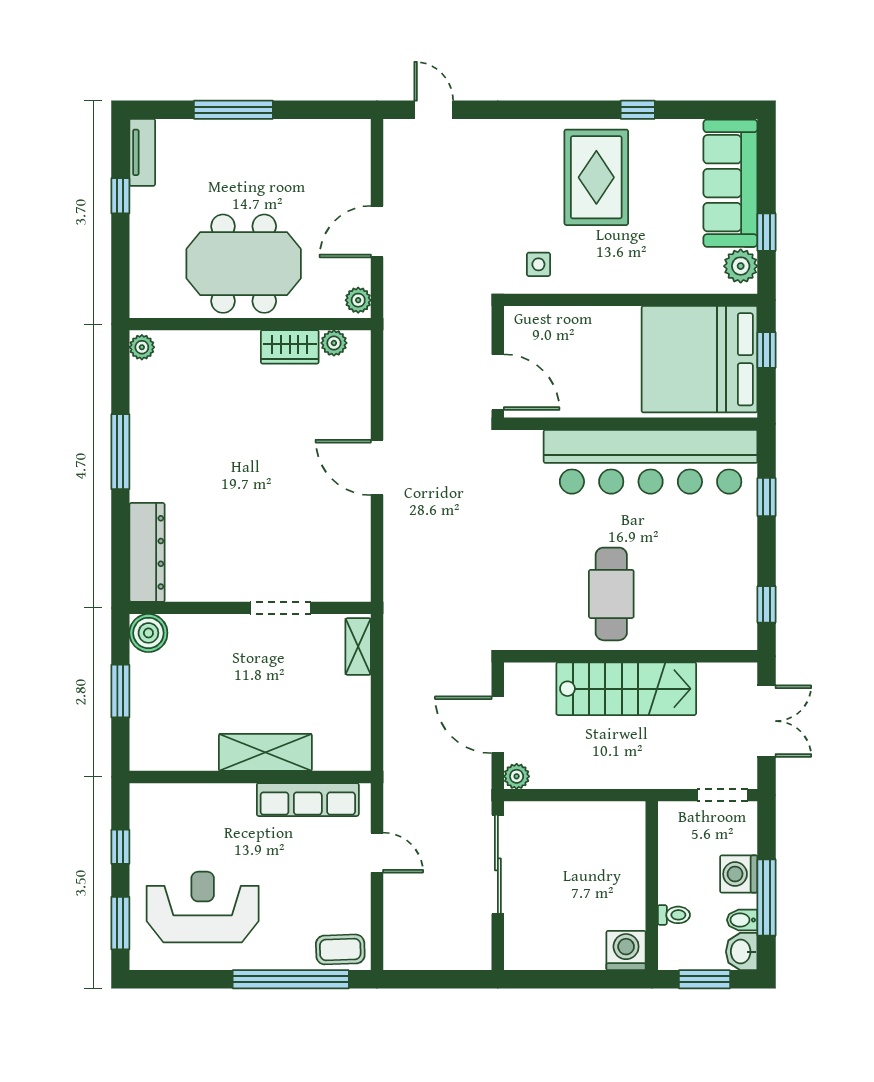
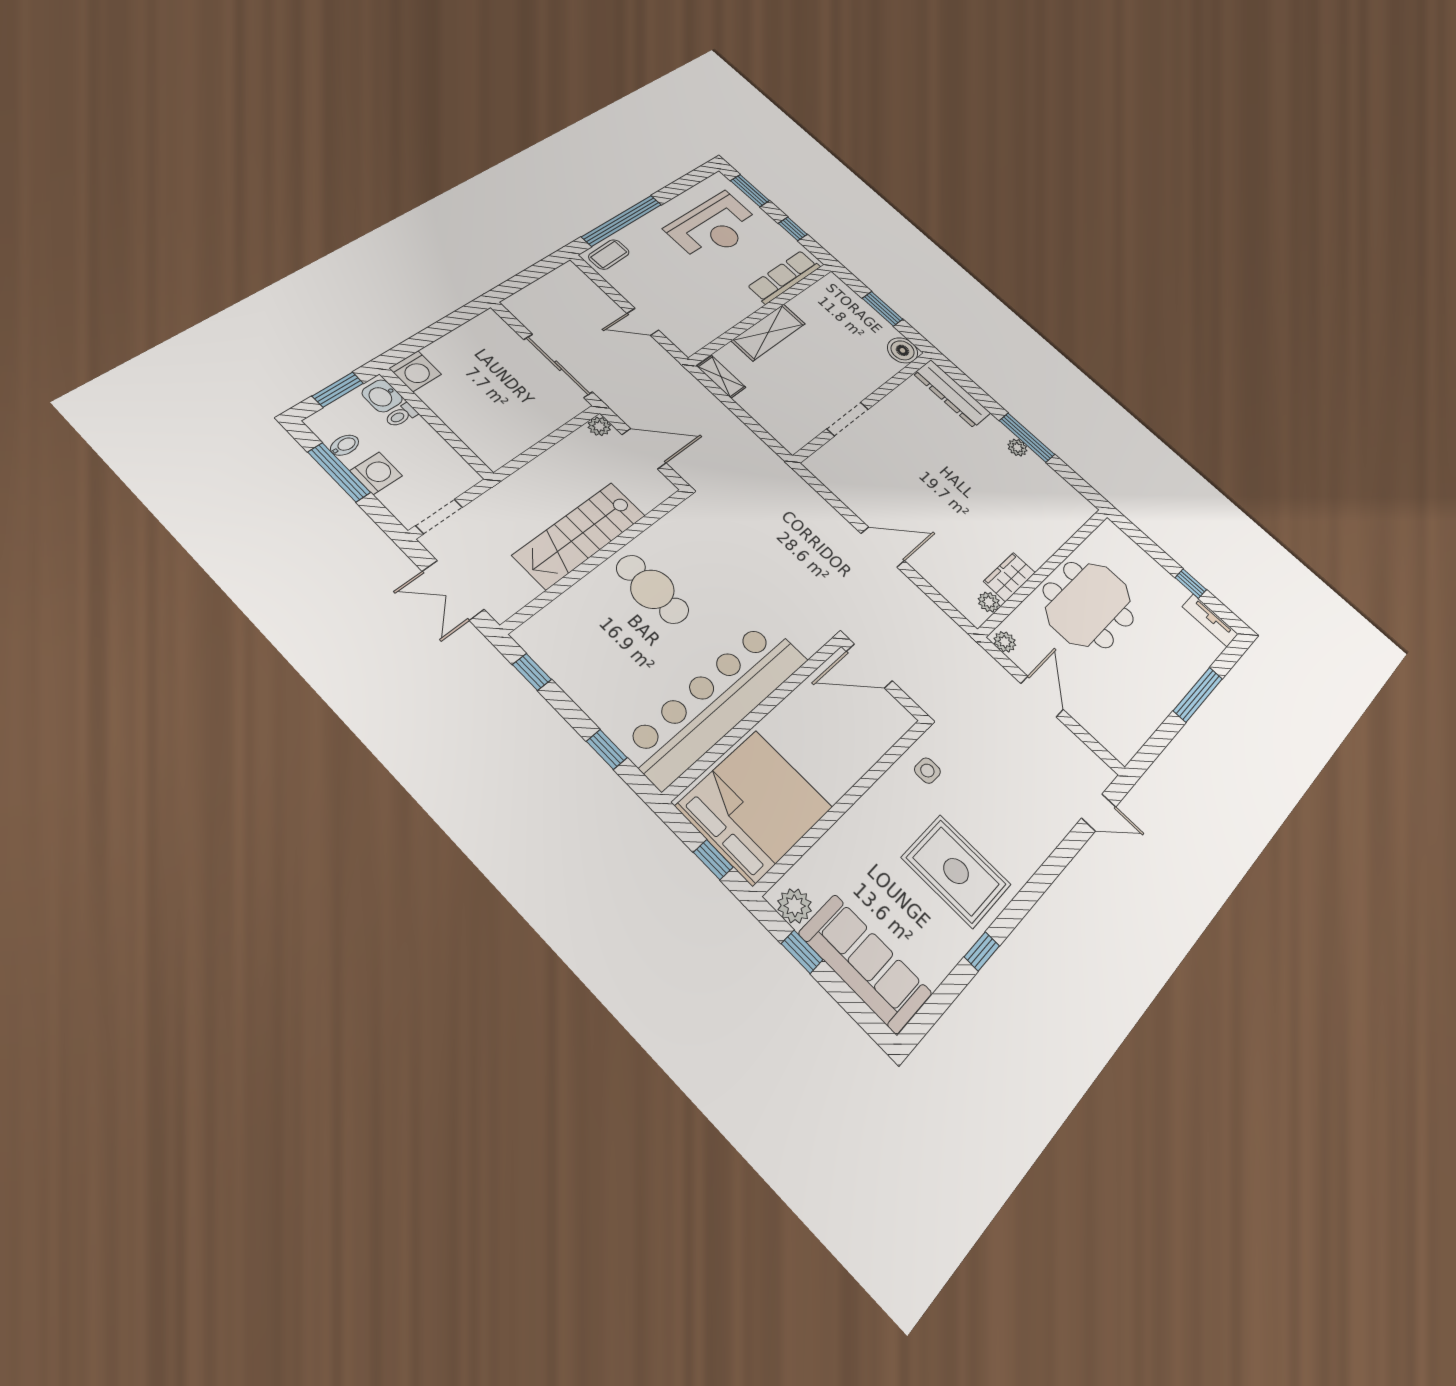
plant: (142, 347) -> (1017, 448), moved
shelving: (358, 646) -> (721, 377), moved
row of seats: (308, 800) -> (784, 277), moved
washbasin: (742, 952) -> (382, 396), moved, turned 180

